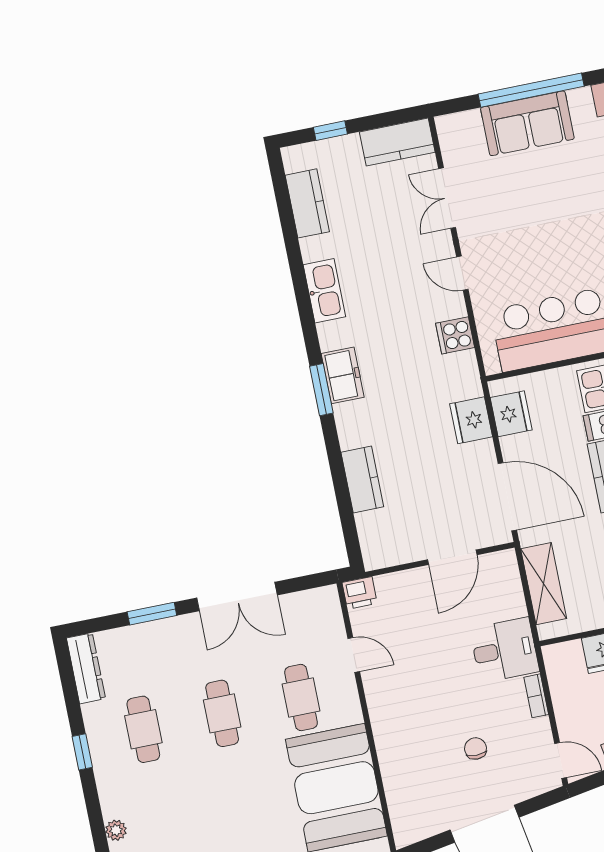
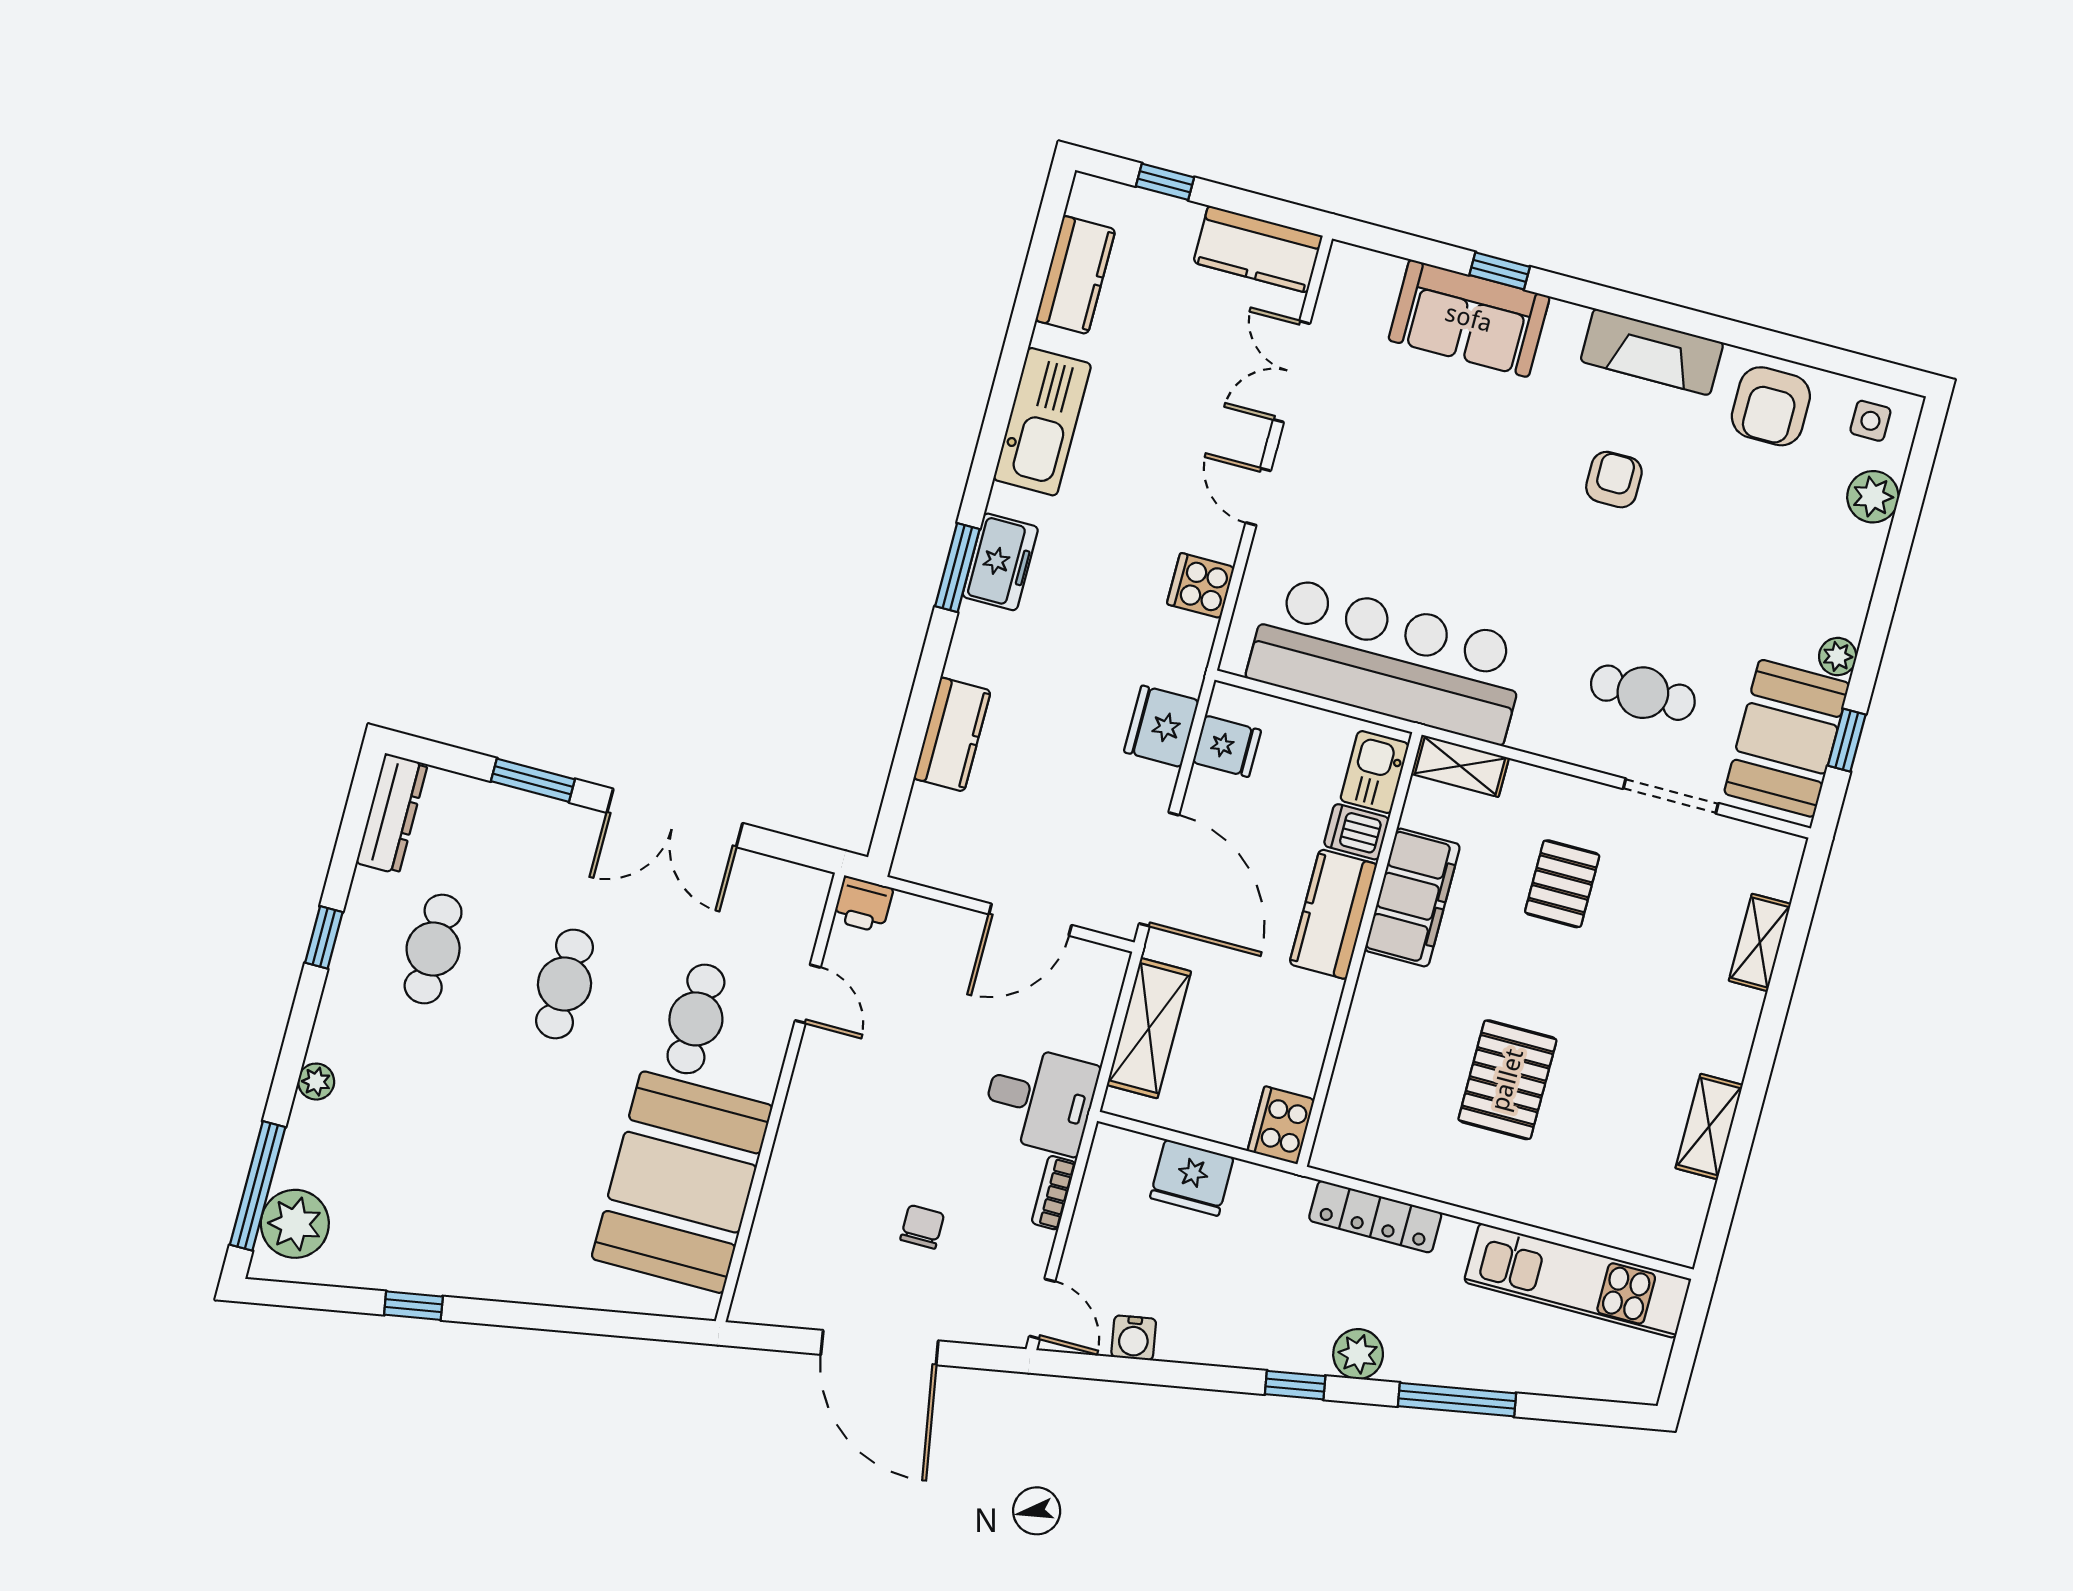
window: (531, 90) -> (1500, 271), width x0.32
kitchen sink: (324, 291) -> (1042, 422), width x1.36, depth x1.24
fridge: (511, 414) -> (1227, 746), width x0.72

